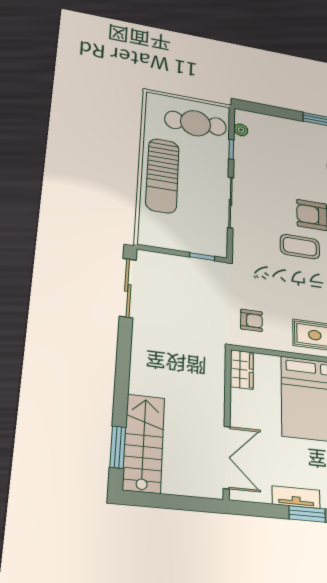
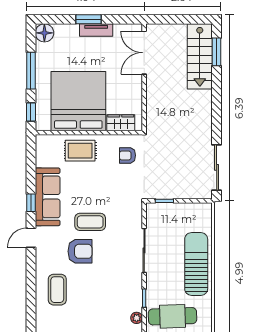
wardrobe: (242, 370) -> (121, 123), moved, turned 90

